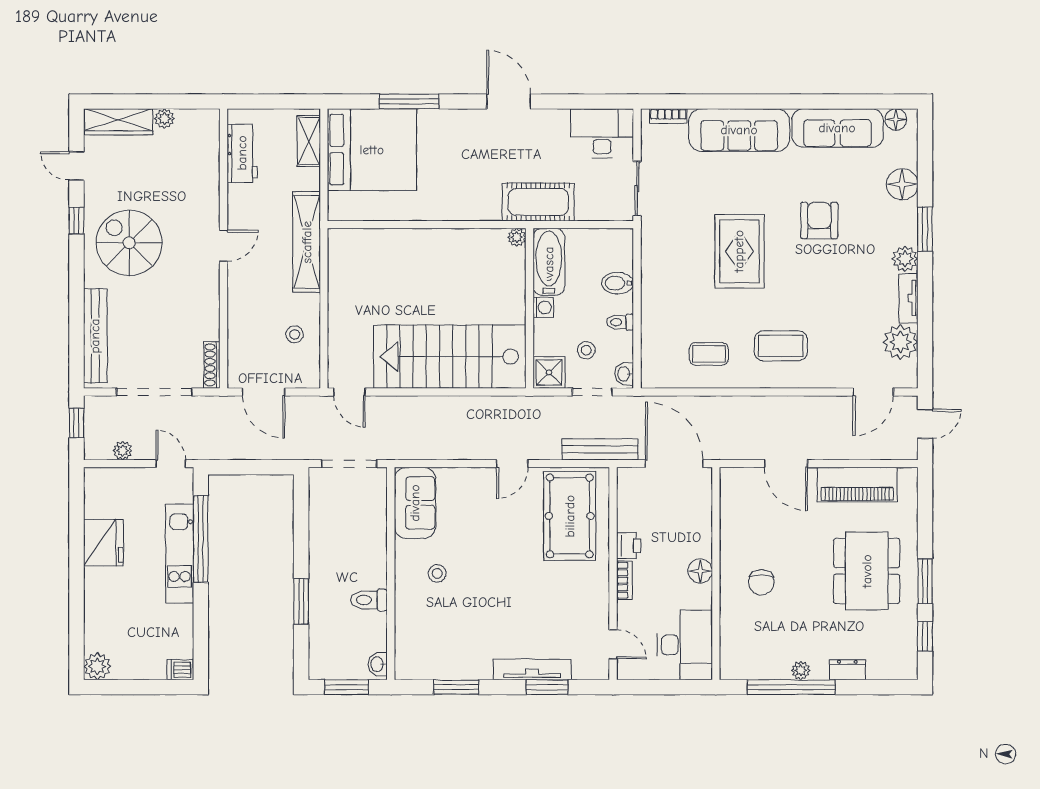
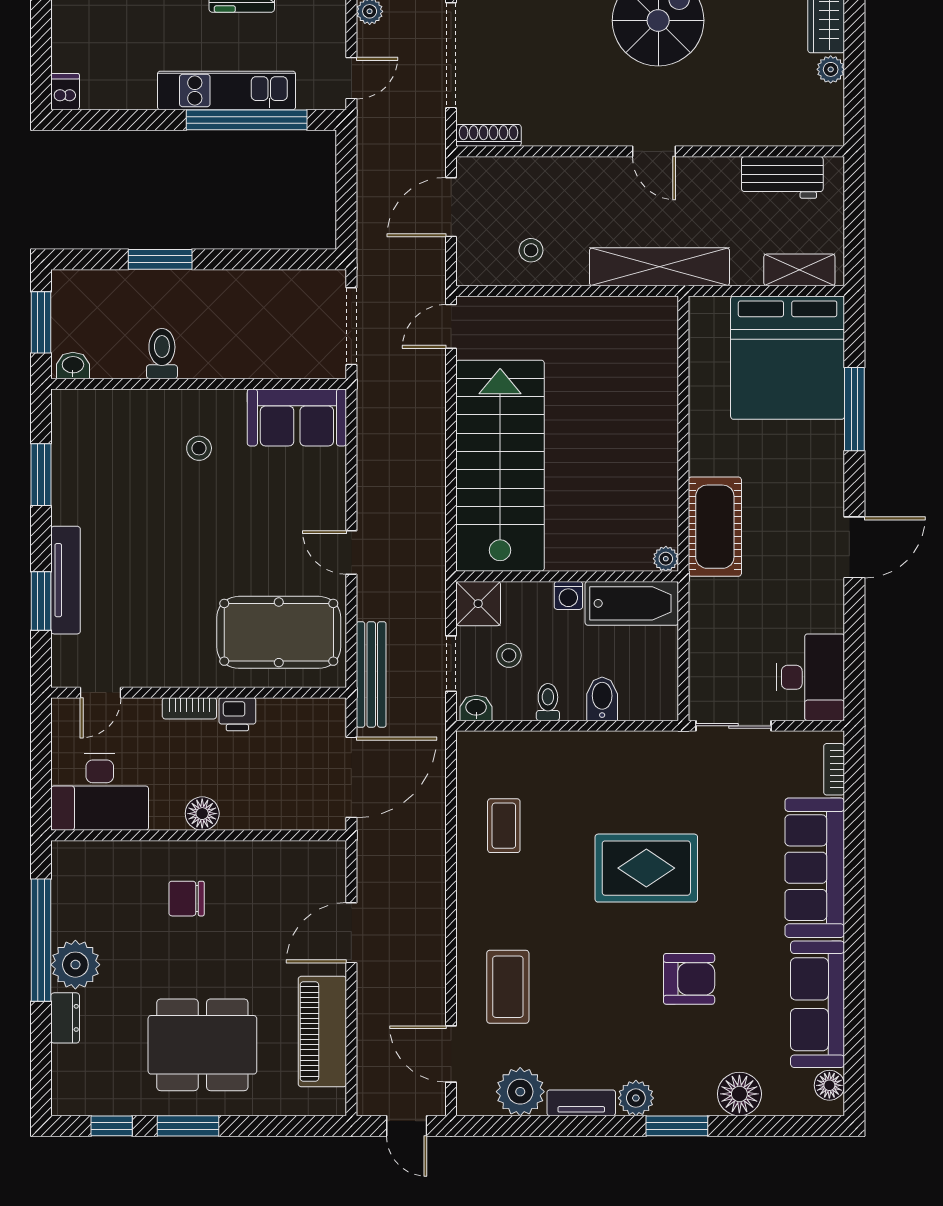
cot: (538, 202) -> (715, 527), moved
coffee table: (781, 346) -> (508, 987), moved
plant: (801, 671) -> (75, 965), width x1.88, depth x1.88

